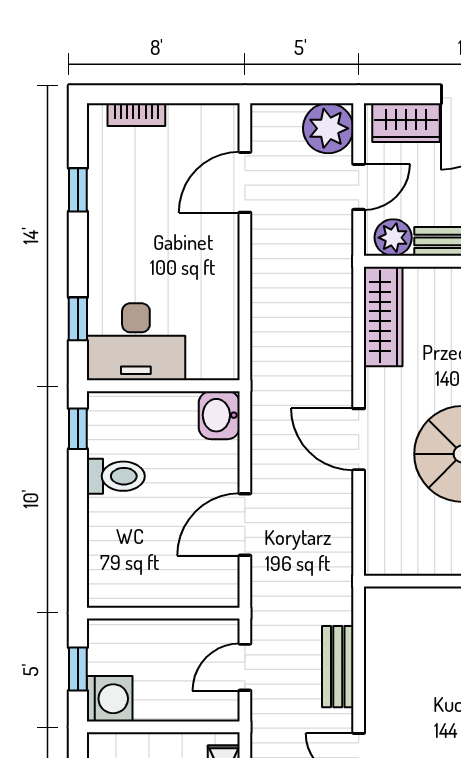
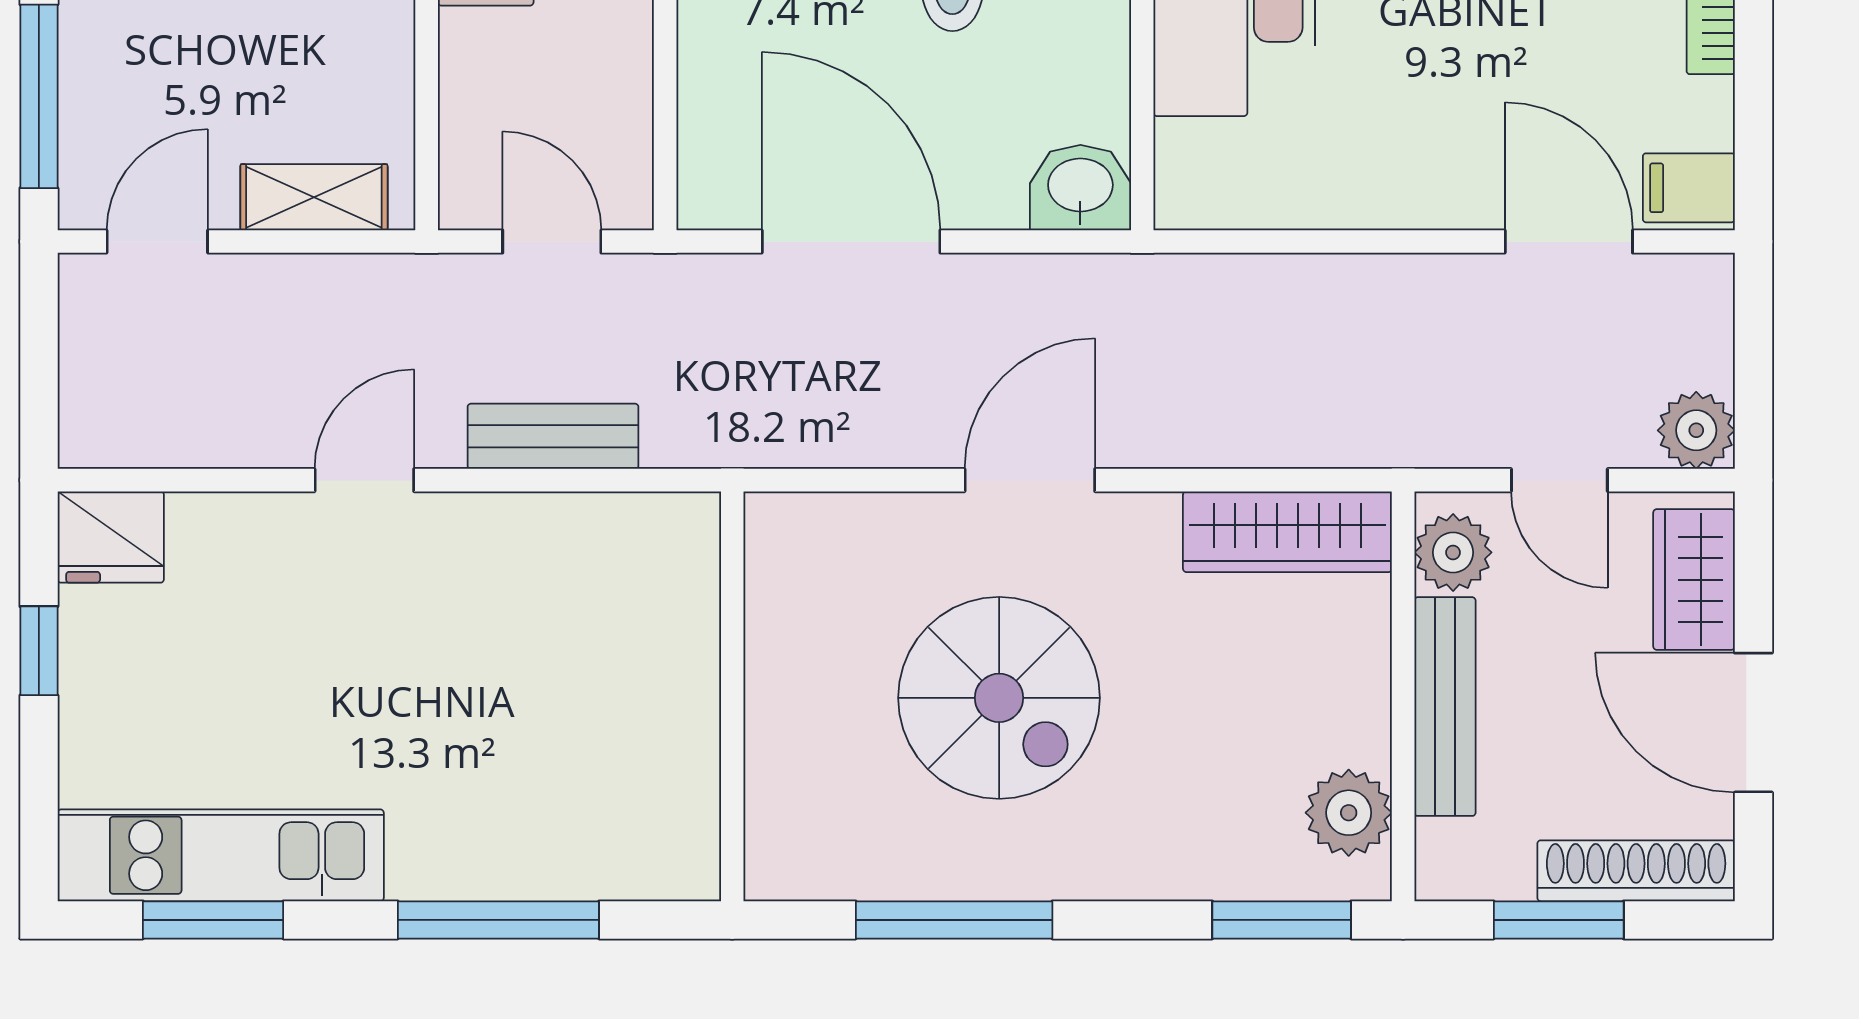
filing cabinet: (219, 125) -> (1689, 188), added
plant: (328, 128) -> (1696, 430), width x0.73, depth x0.73
door: (245, 524) -> (851, 242), width x1.36

